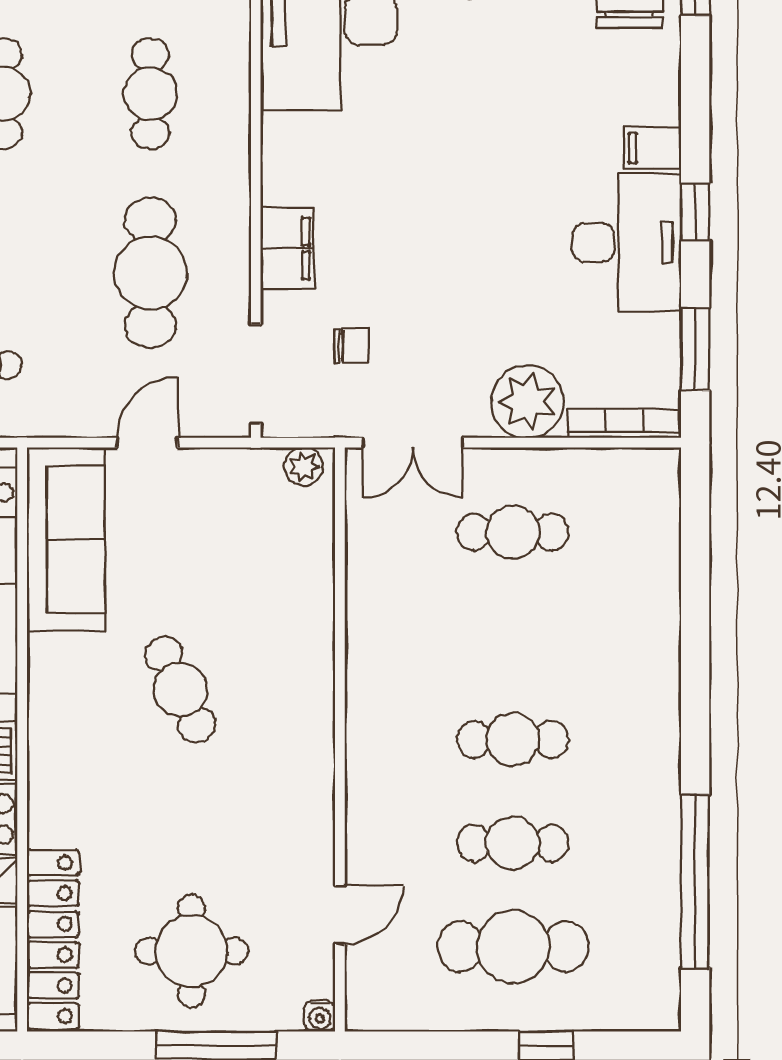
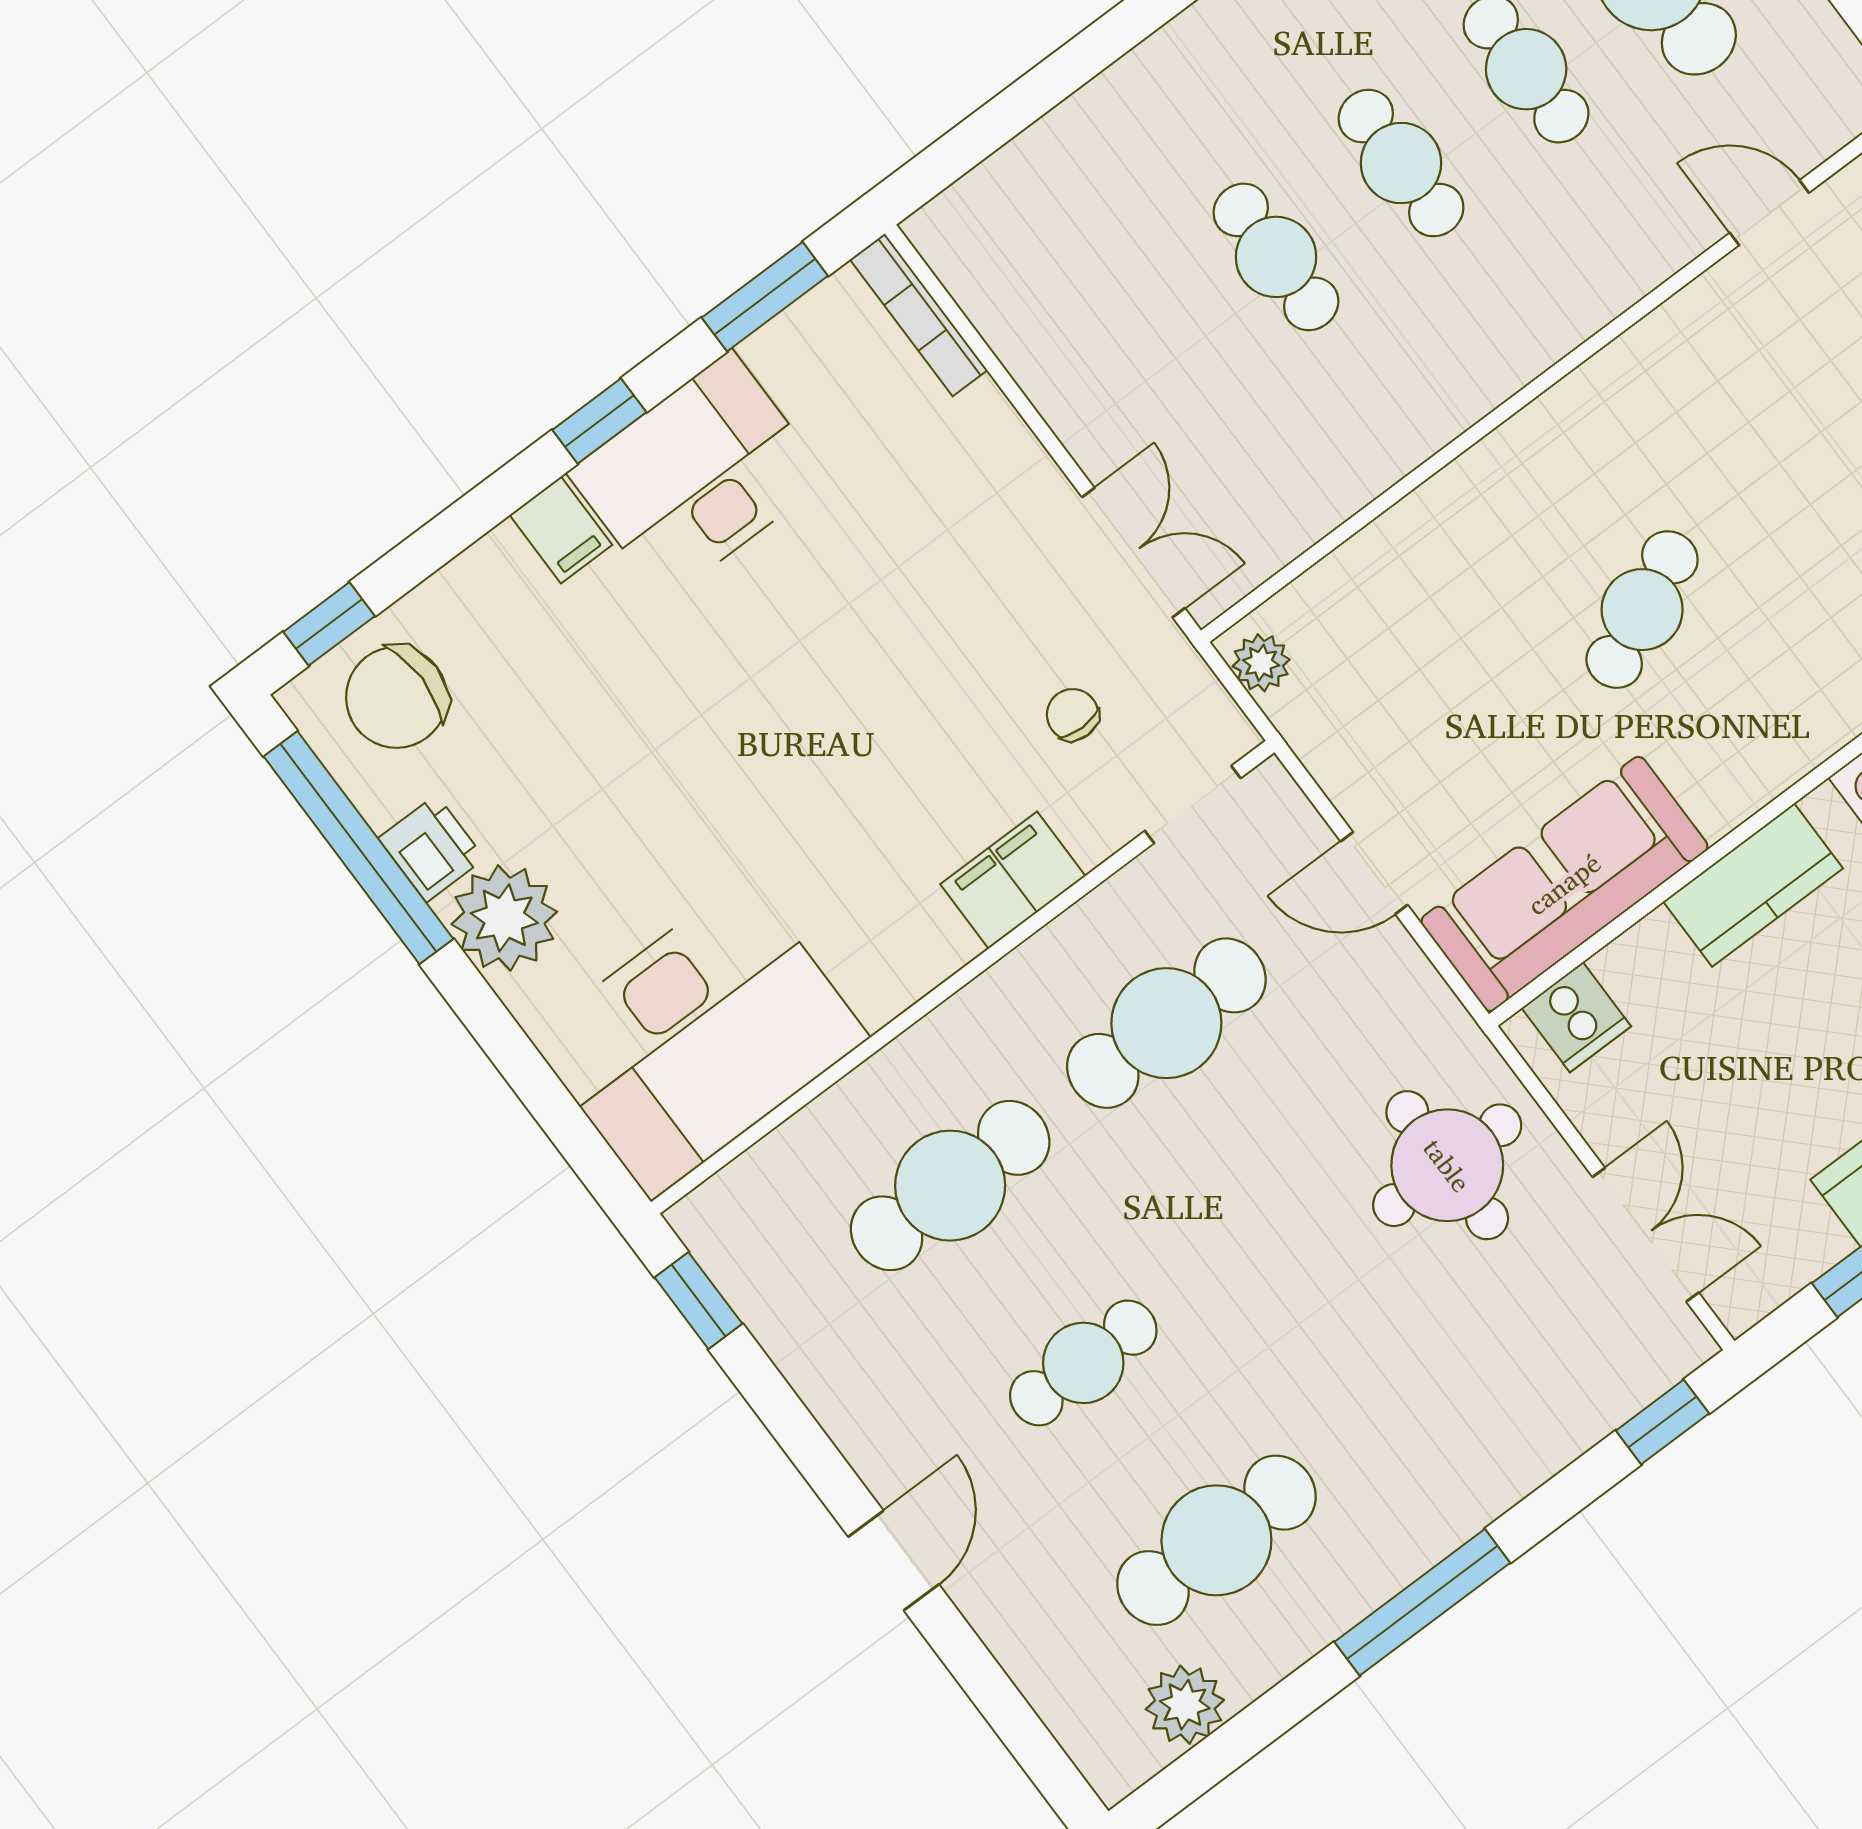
cafe table: (150, 94) -> (950, 1186), width x1.37, depth x1.35
doorway: (256, 374) -> (1193, 804), width x0.73
plant: (528, 402) -> (980, 451), removed
cafe table: (513, 532) -> (1276, 257), moved

